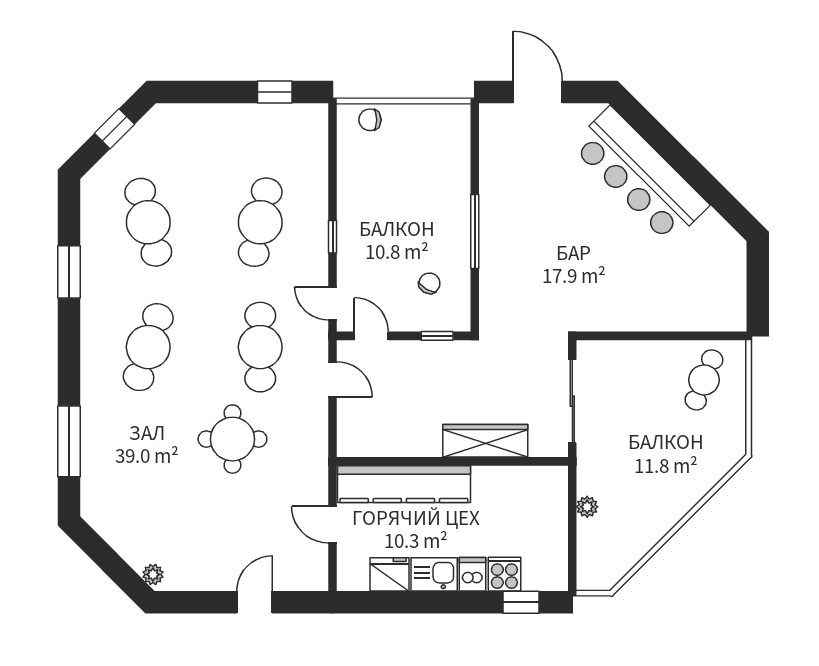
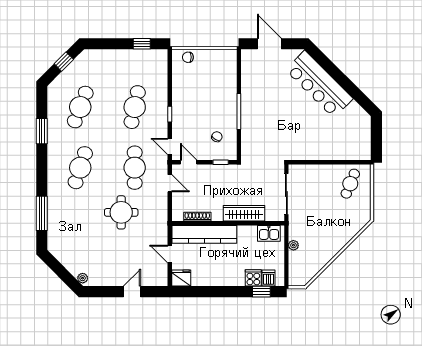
cafe table: (148, 222) -> (80, 107), turned 36
shoe rack: (389, 448) -> (197, 217), added
fridge: (389, 574) -> (181, 278), moved
kitchen sink: (434, 574) -> (269, 233), moved, turned 180
dishwasher: (472, 574) -> (269, 278), moved

